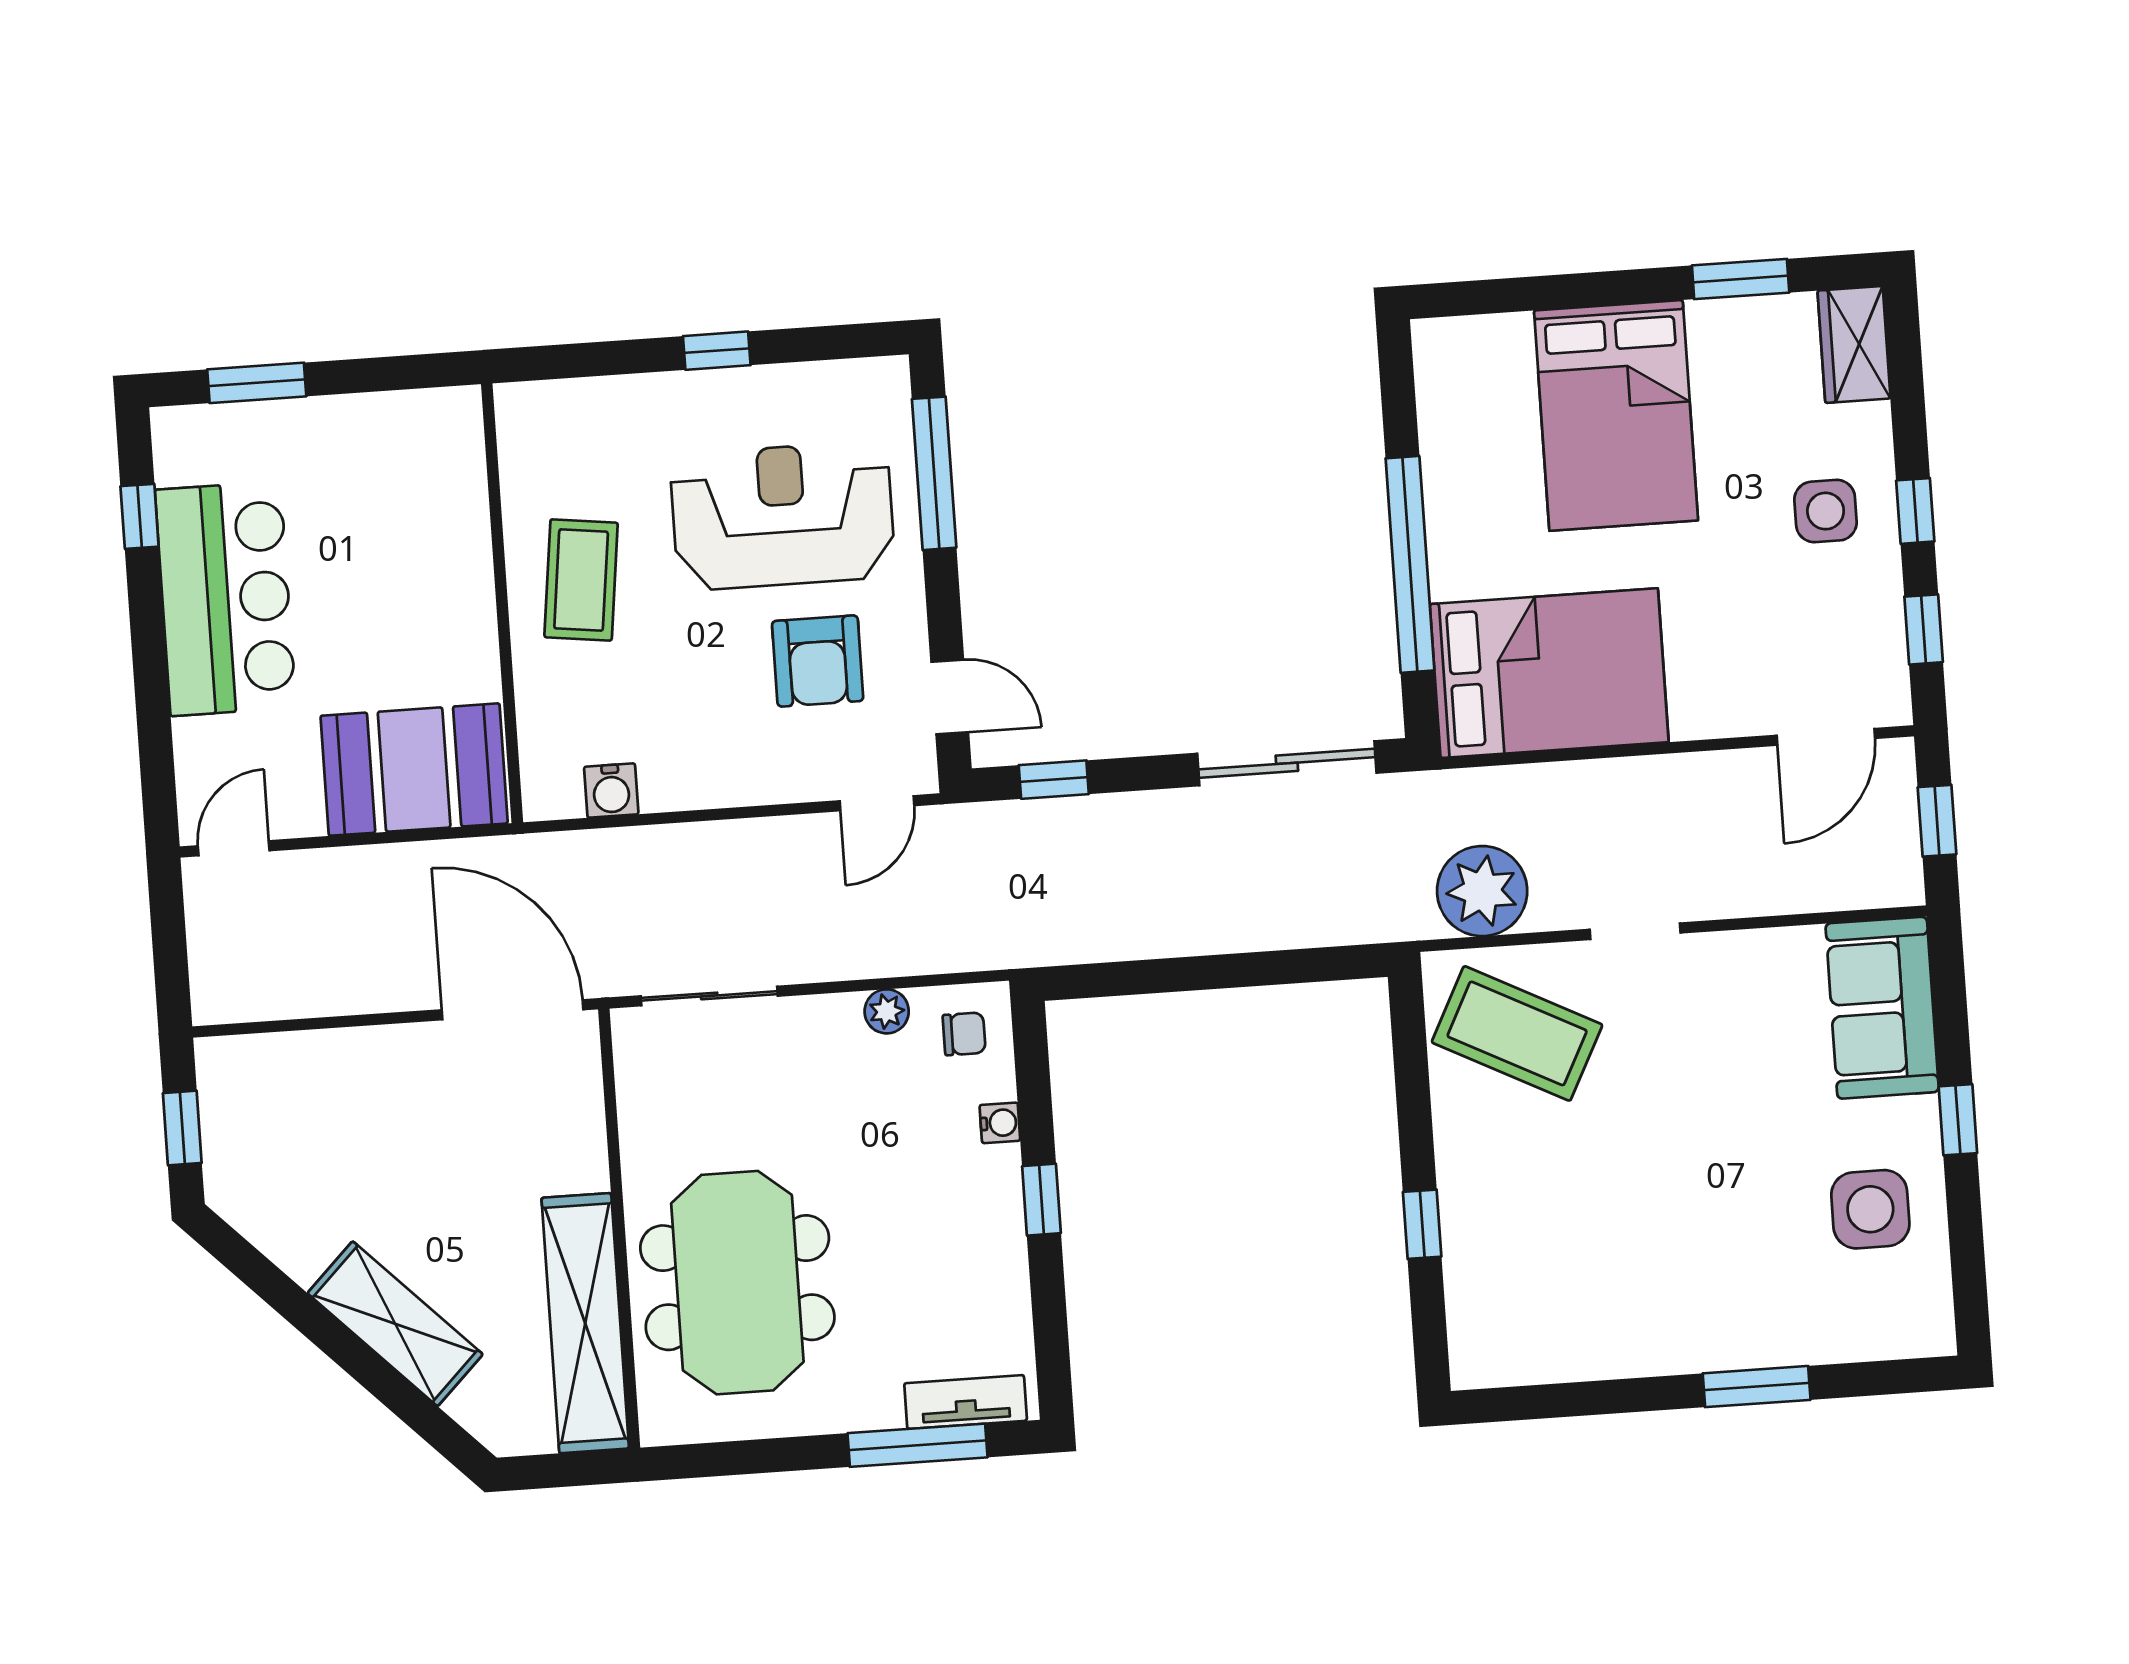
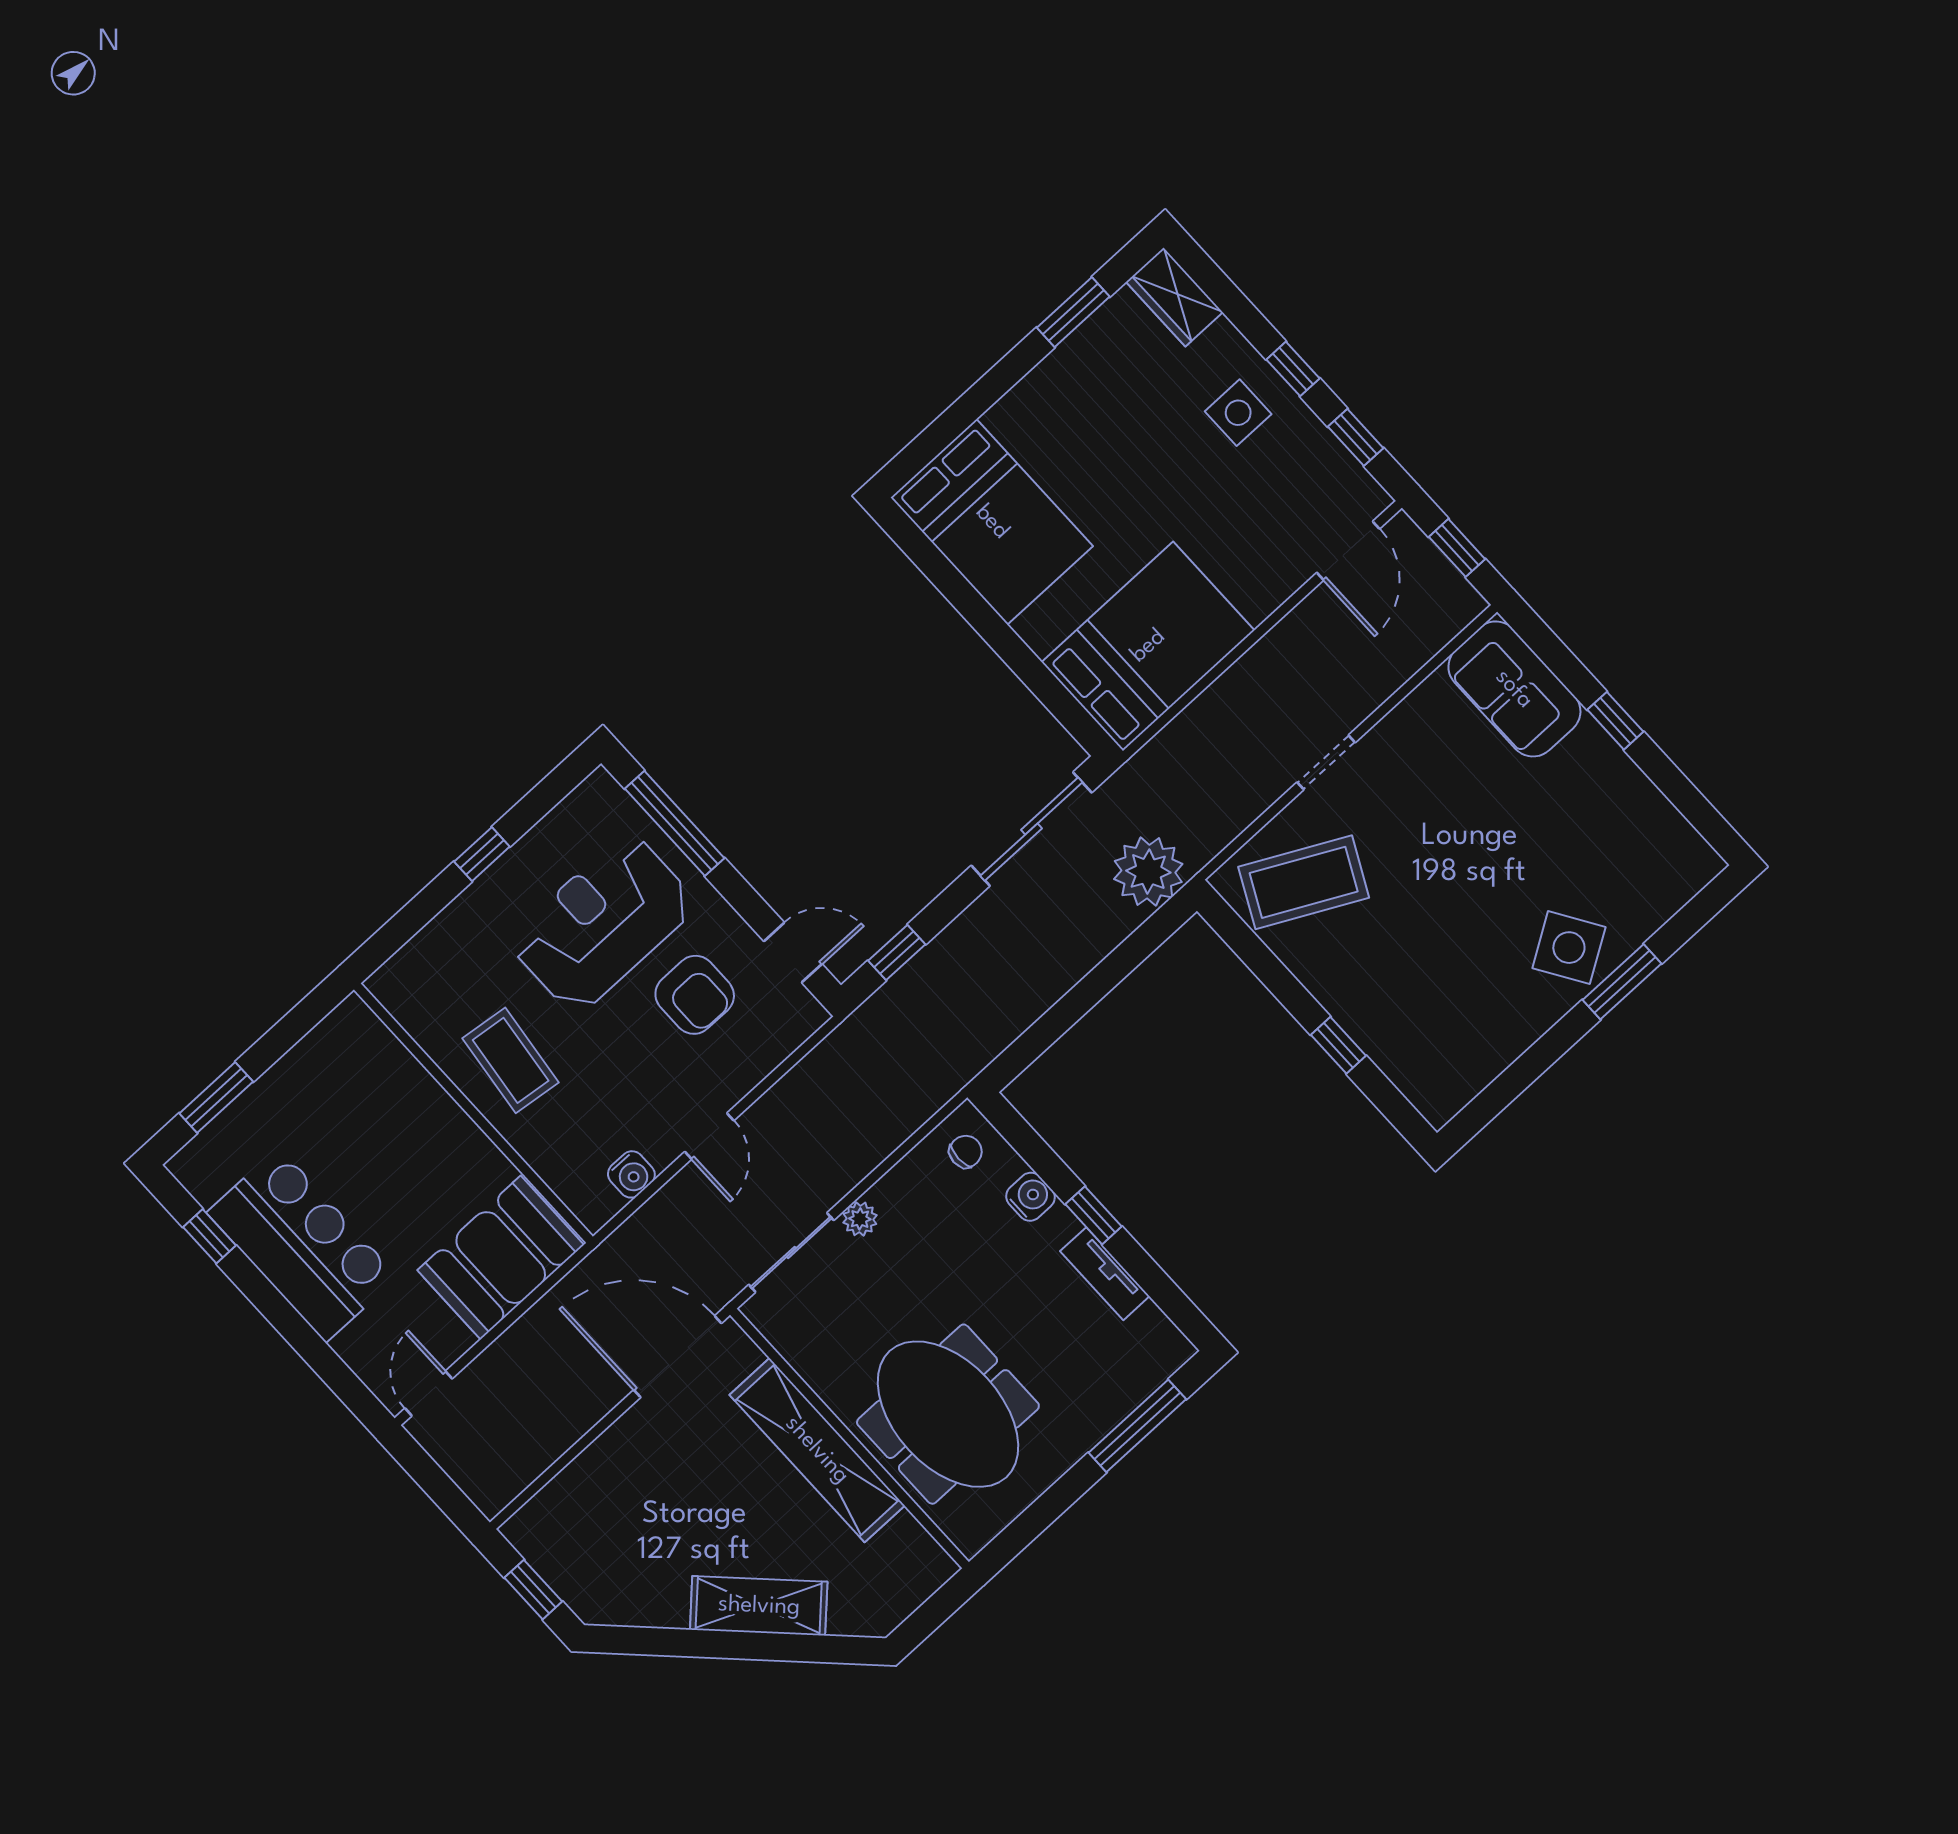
bed: (1616, 415) -> (992, 522), moved
window: (1410, 564) -> (1010, 648), removed
door: (877, 803) -> (709, 1136), moved
plant: (1482, 891) -> (1148, 872), moved
plant: (887, 1011) -> (860, 1219), moved
water cooler: (1000, 1123) -> (1030, 1197), width x1.38, depth x1.38
side table: (1870, 1209) -> (1569, 948), moved, turned -32
shelving: (585, 1323) -> (817, 1450), moved
tv unit: (966, 1402) -> (1105, 1274), moved, turned -90

